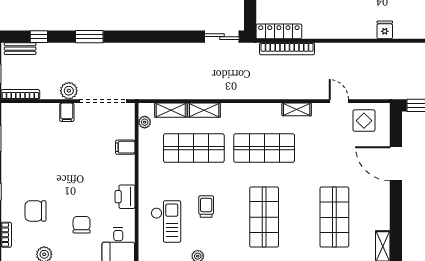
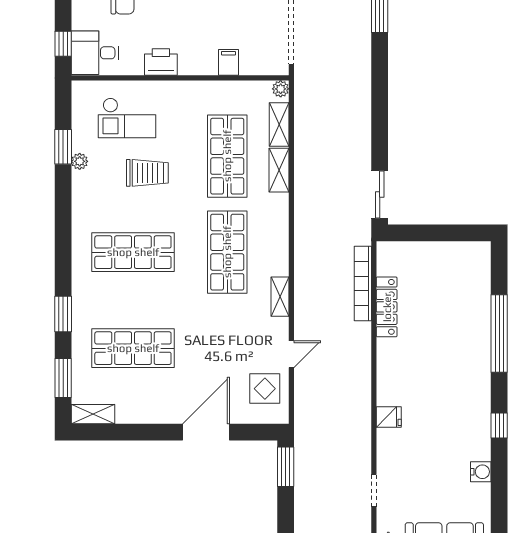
locker: (279, 31) -> (387, 307), moved
plant: (145, 122) -> (281, 89), moved
trolley: (206, 207) -> (147, 173), width x1.36, depth x1.39

